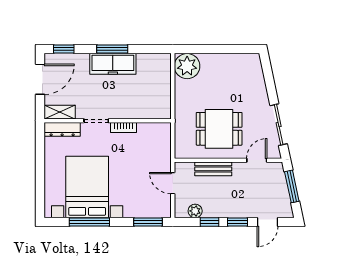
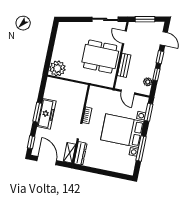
dining table: (219, 129) -> (100, 57), width x1.38
door: (173, 183) -> (128, 92), hinge flipped
bed with nightstands: (87, 187) -> (122, 131), moved

